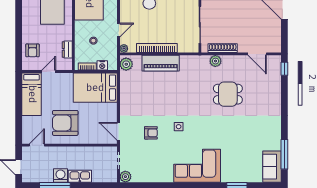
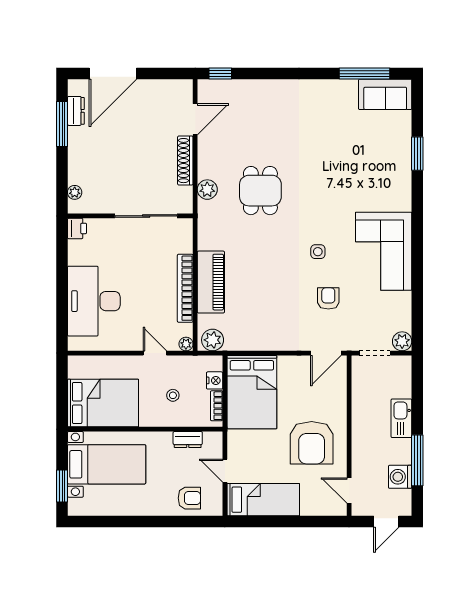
shoe rack: (223, 48) -> (185, 161), moved
dining table: (228, 94) -> (260, 191), moved
corner sofa: (197, 166) -> (384, 251), moved
washing machine: (60, 175) -> (400, 477), moved

